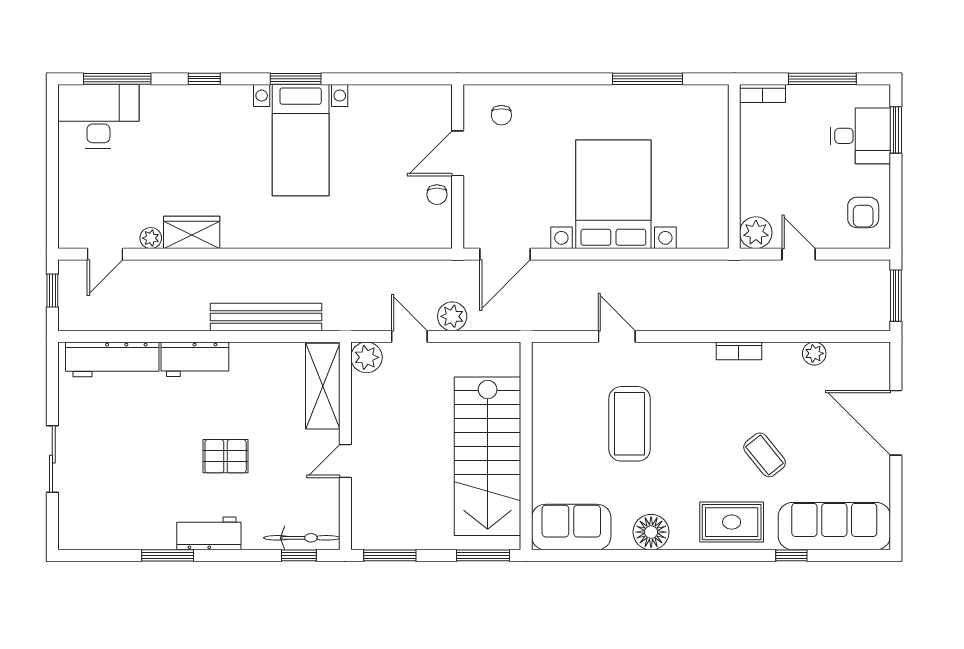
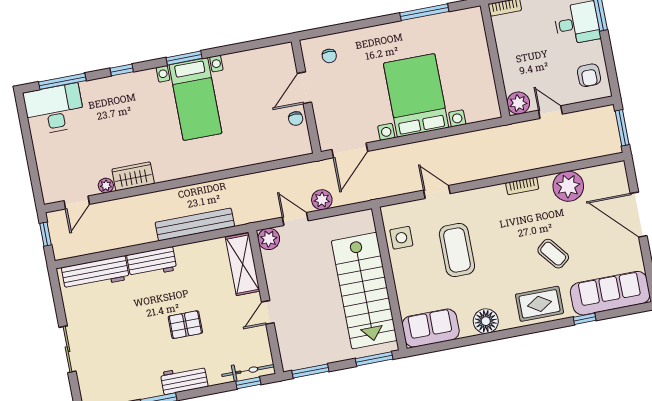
plant: (814, 353) -> (568, 186), width x1.88, depth x1.88
side table: (554, 391) -> (401, 238), added

